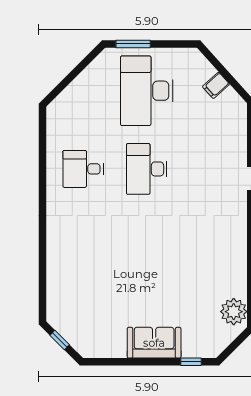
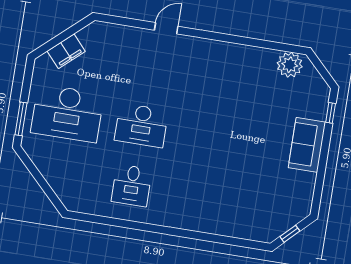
filing cabinet: (216, 85) -> (66, 51), width x2.00

